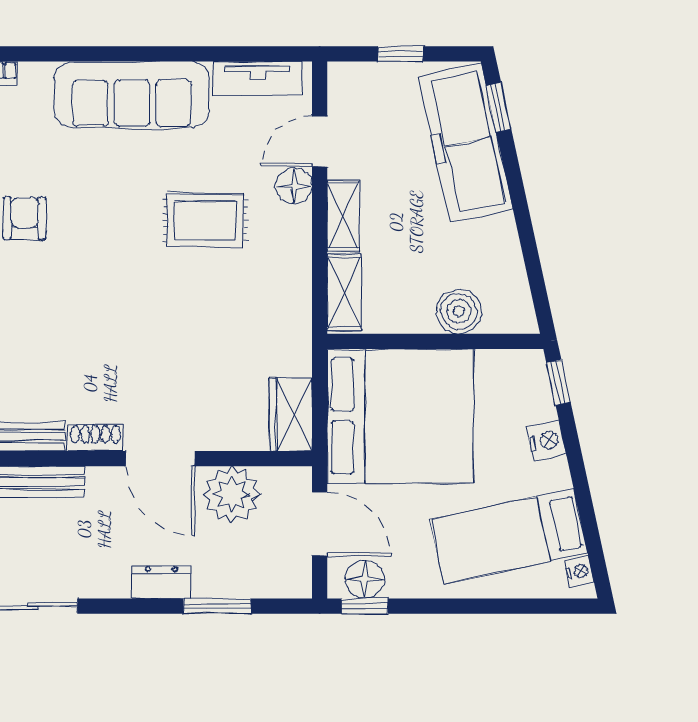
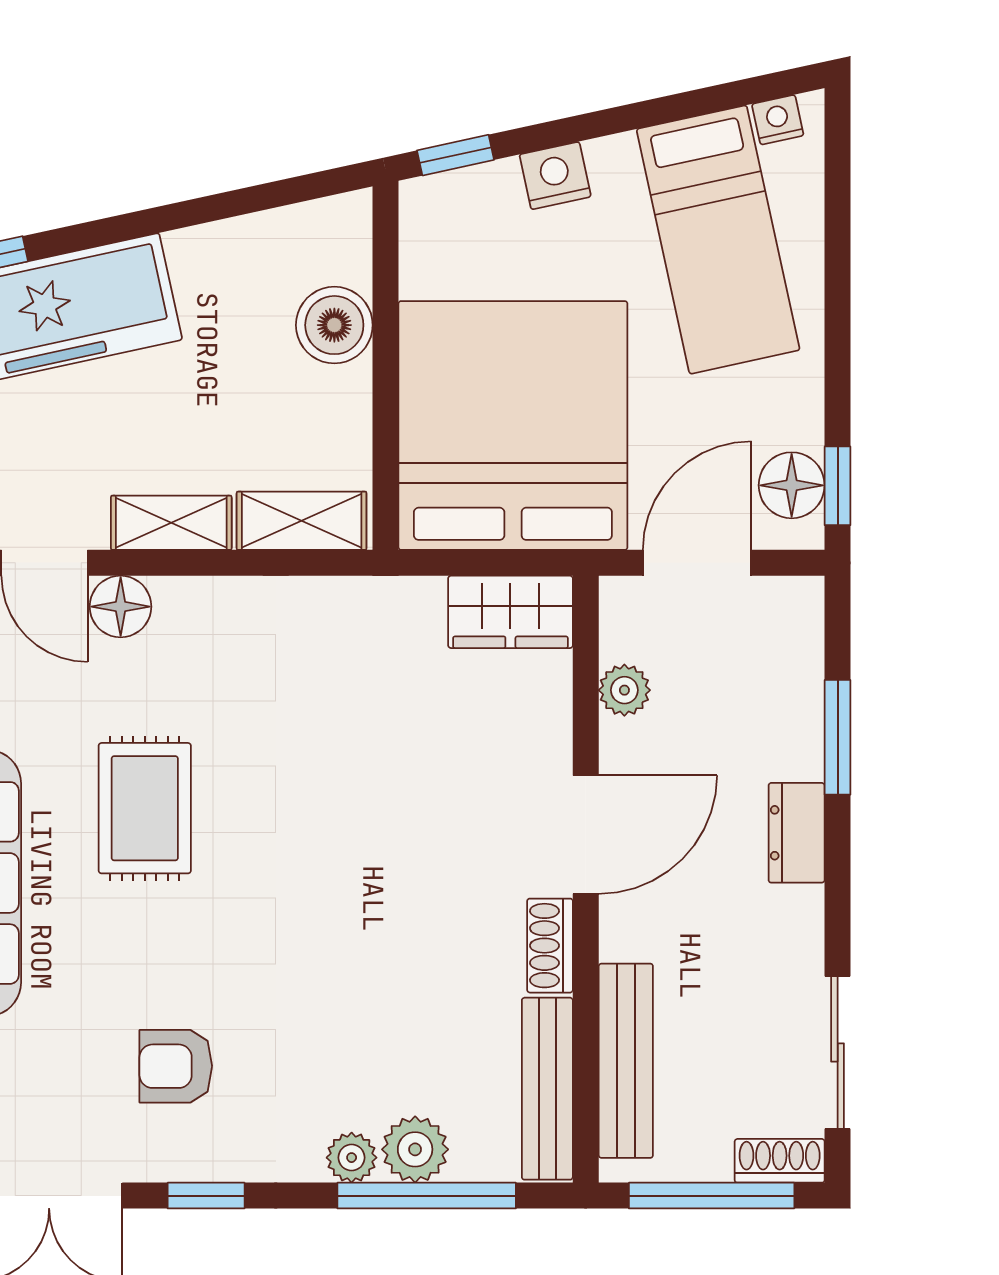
rug: (205, 220) -> (145, 808), moved
plant: (232, 495) -> (624, 690), width x0.53, depth x0.53

